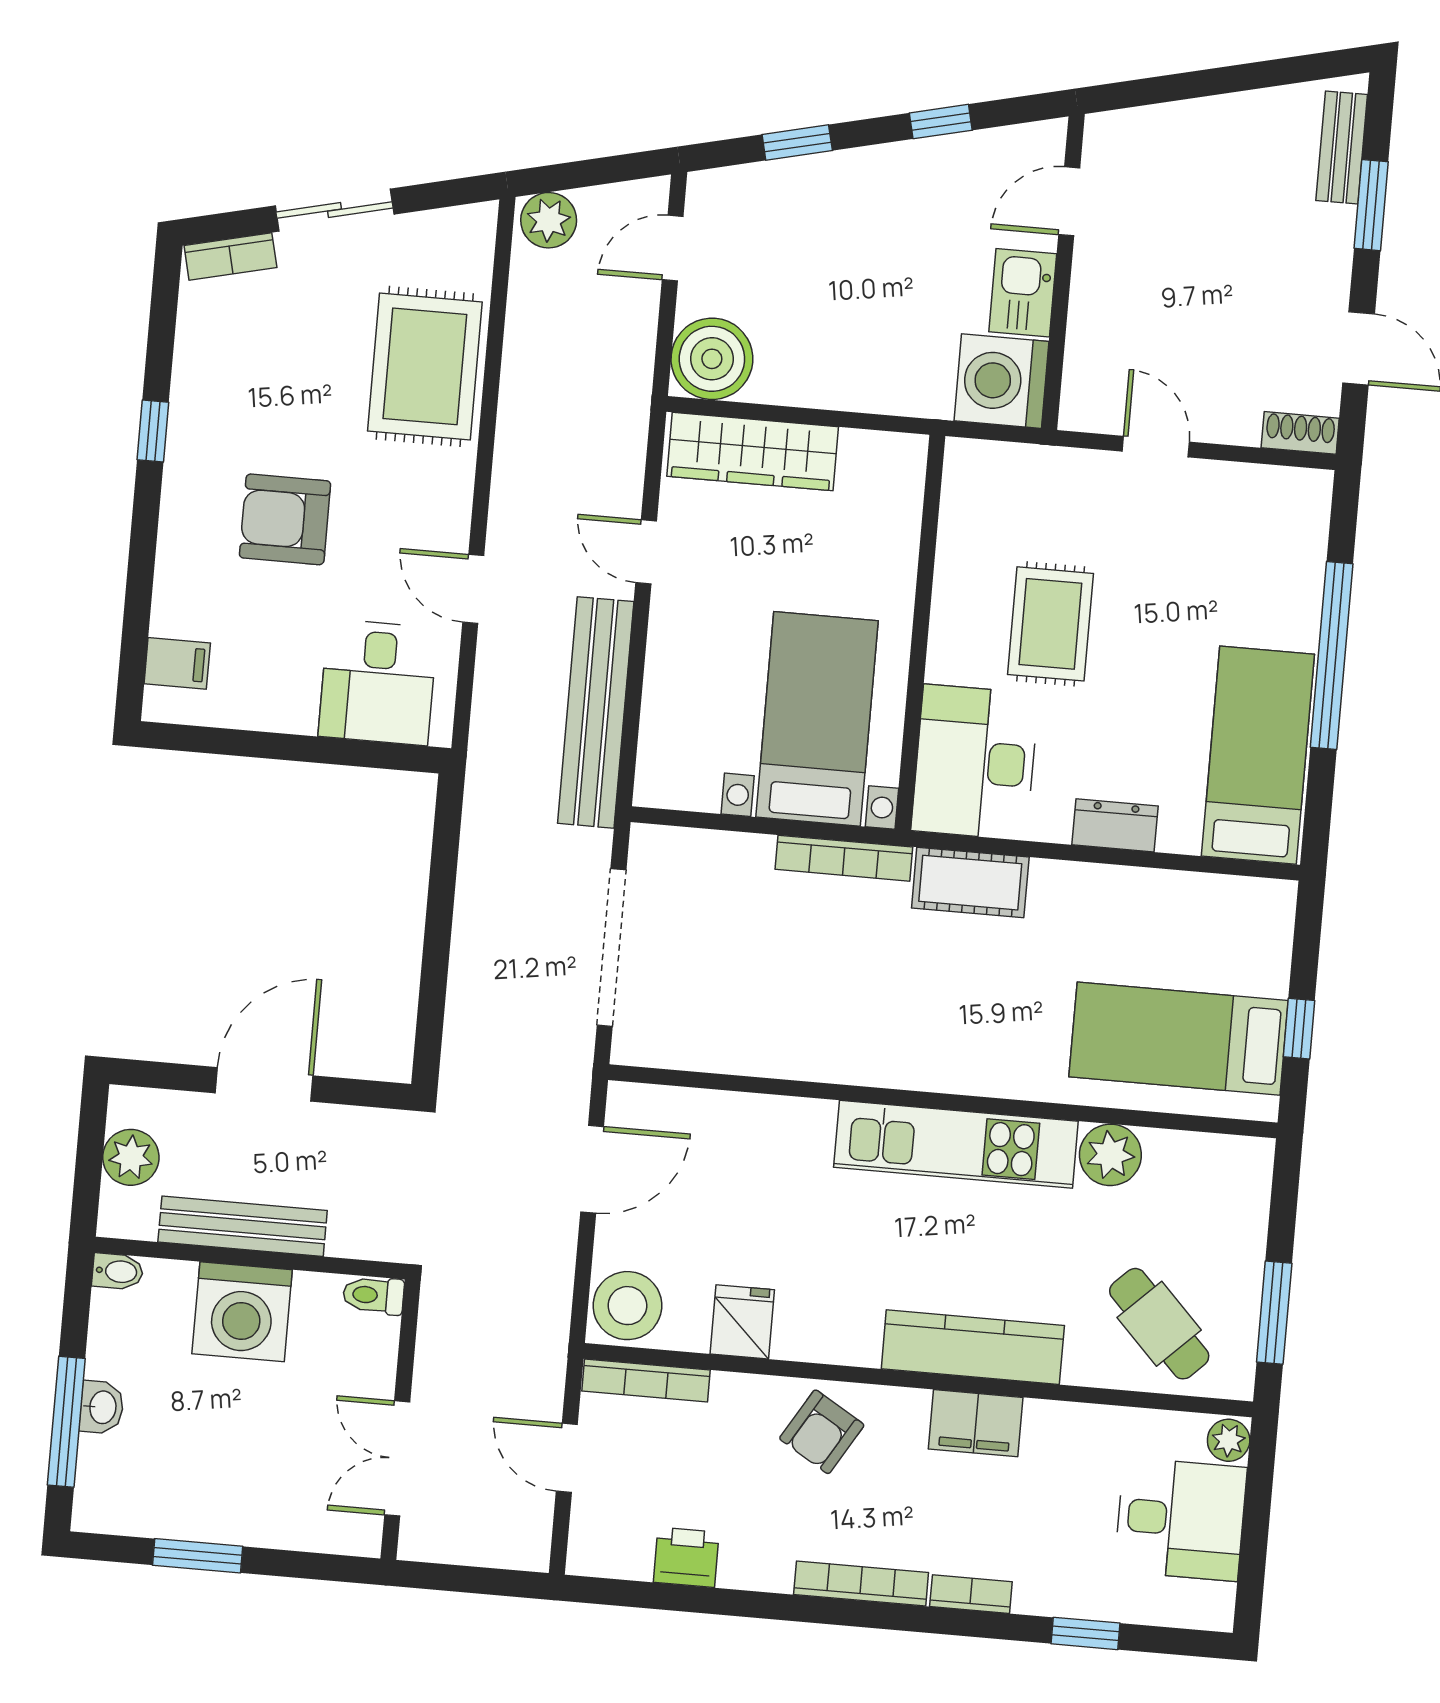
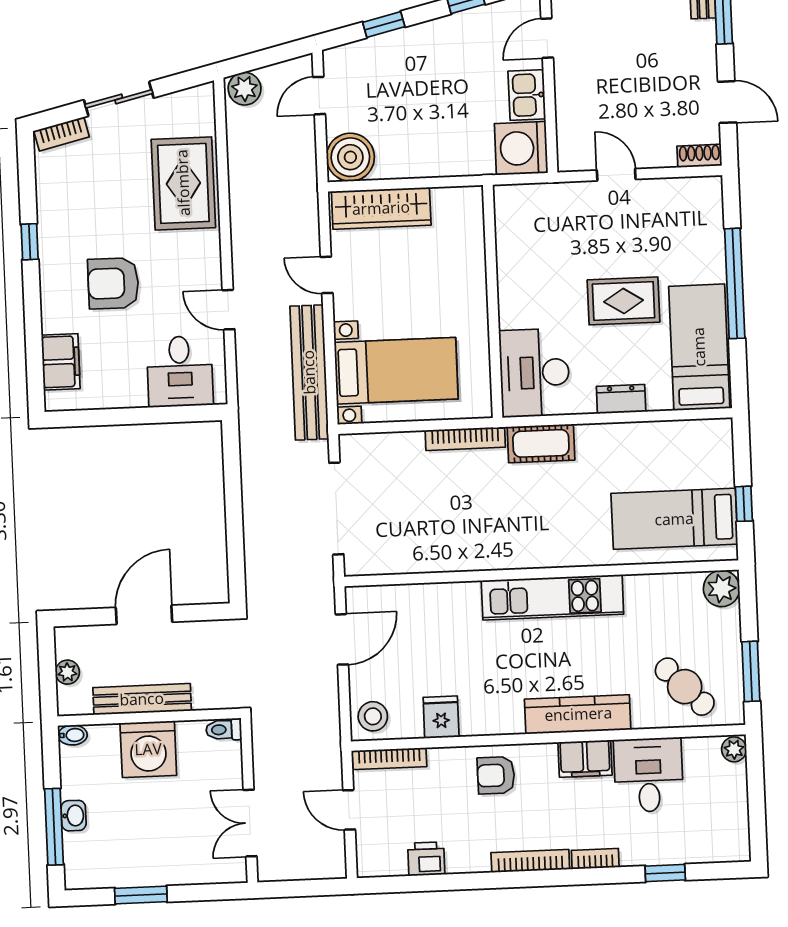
rug: (1050, 624) -> (624, 301), moved, turned 90
filing cabinet: (177, 663) -> (61, 362), width x2.00
bed with nightstands: (817, 719) -> (396, 371), moved, turned 90
plant: (1110, 1155) -> (722, 588), moved
plant: (131, 1157) -> (67, 672), width x0.73, depth x0.73
stool: (627, 1306) -> (373, 716), width x0.73, depth x0.73
armchair: (822, 1432) -> (496, 775), turned 59
desk: (1181, 1519) -> (649, 775), moved, turned -90

